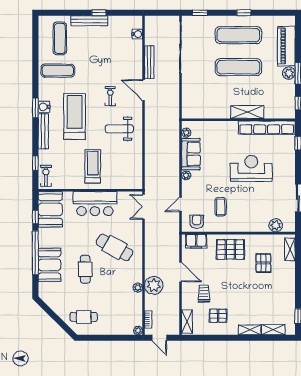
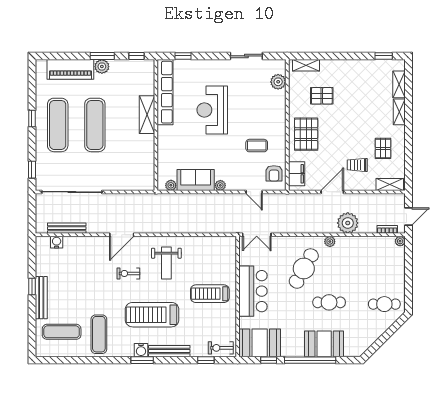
bench: (149, 62) -> (67, 228), moved
armchair: (197, 222) -> (274, 173), turned -90
plant: (138, 288) -> (330, 242), moved
cafe table: (84, 317) -> (384, 304), turned 90

